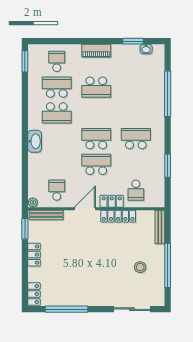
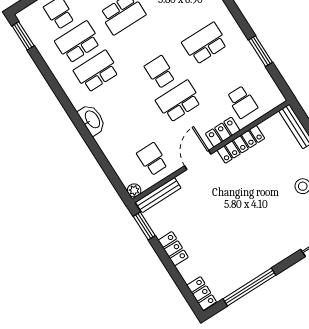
school desk: (57, 113) -> (96, 71), turned 180
school desk: (96, 139) -> (160, 72), width x0.54

